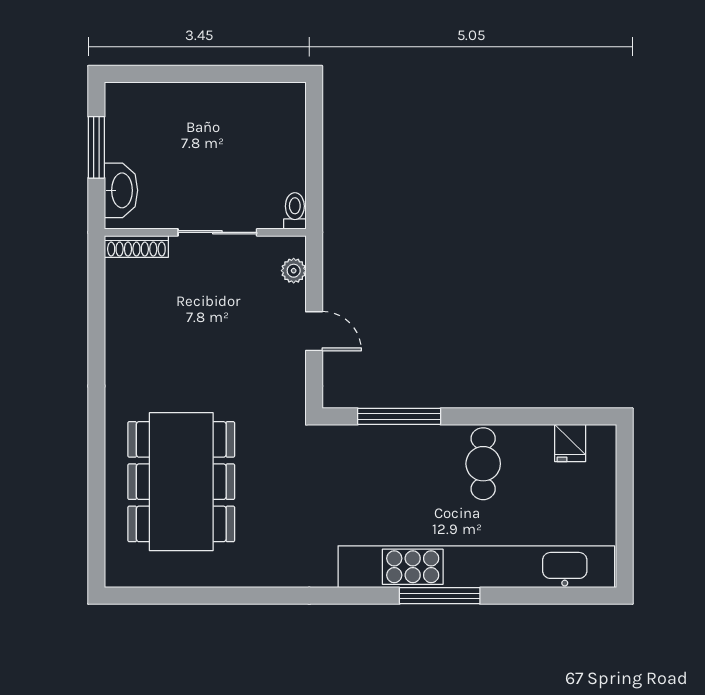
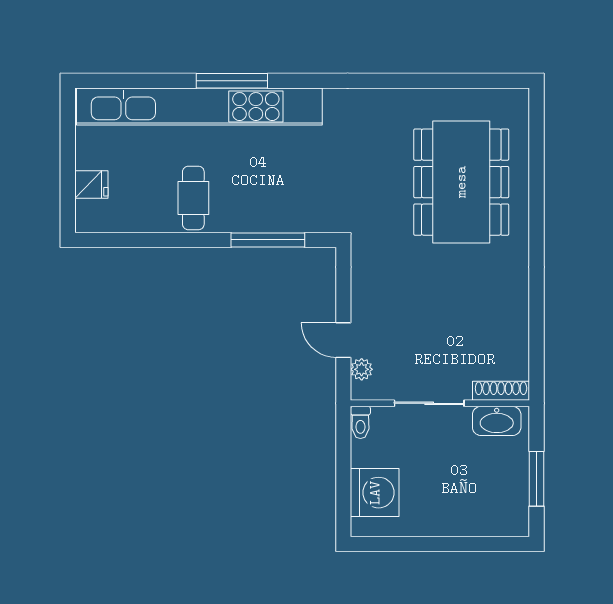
washing machine: (279, 132) -> (375, 493), added
washbasin: (121, 190) -> (497, 421), moved, turned -90
door: (314, 331) -> (343, 340), moved
fridge: (570, 443) -> (91, 185), moved, turned 90

